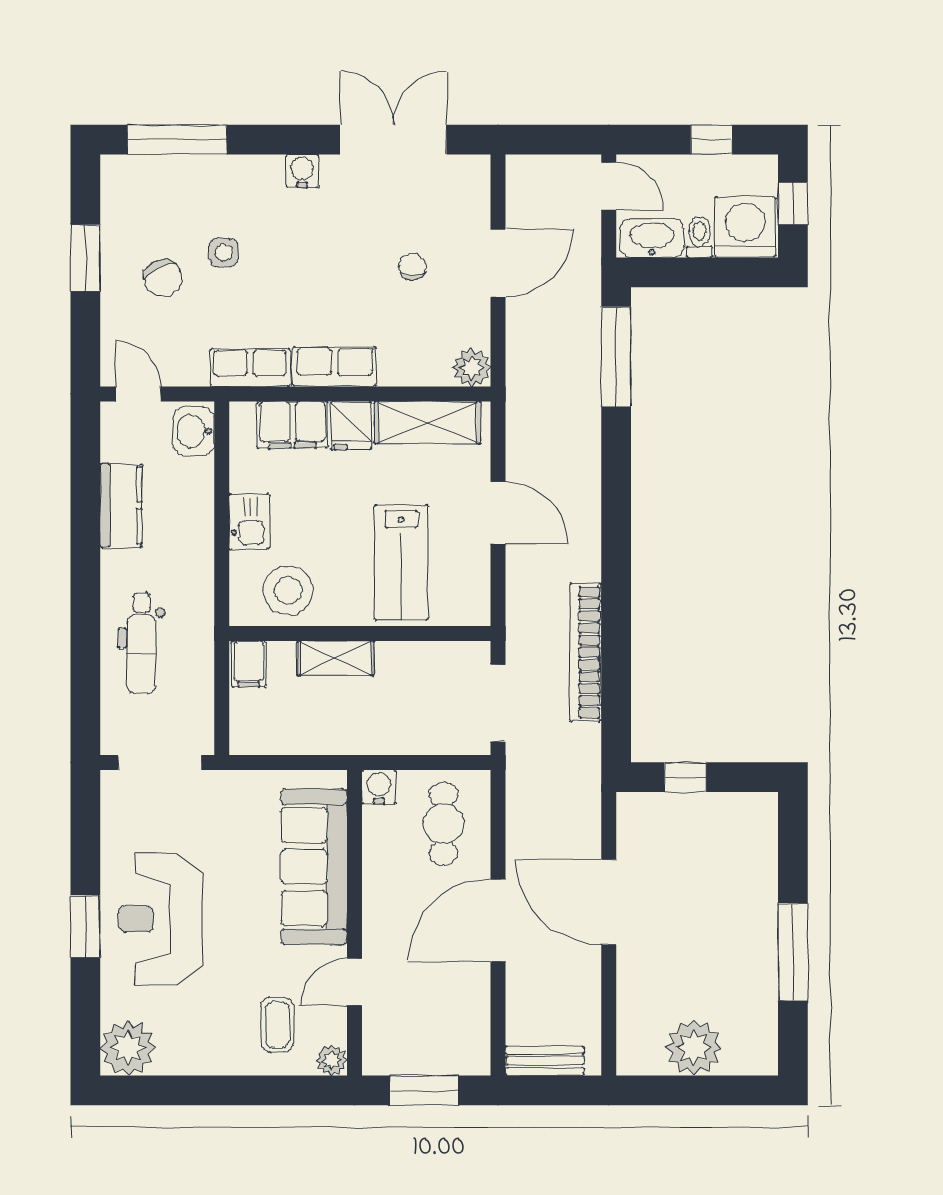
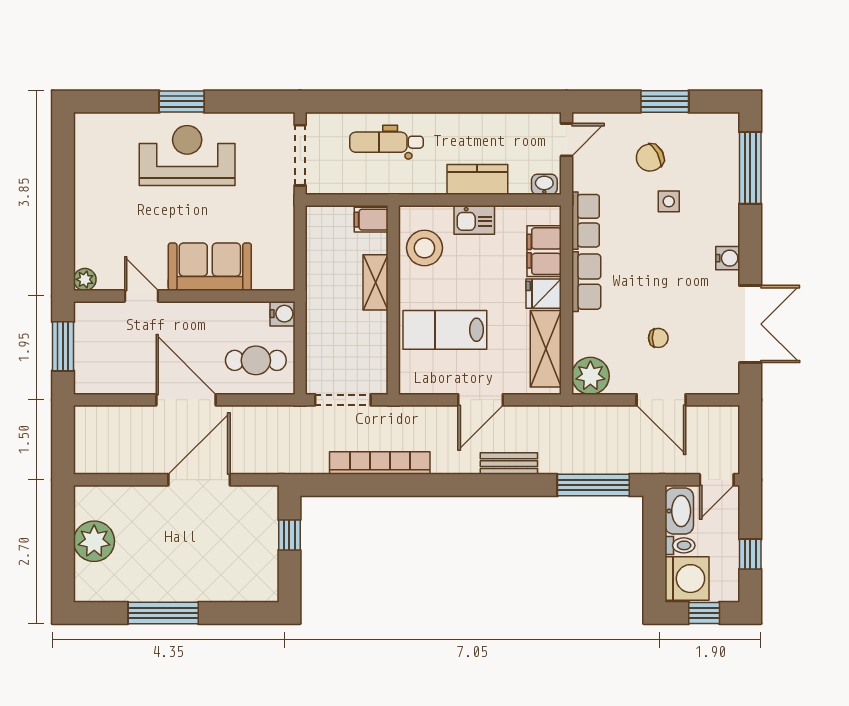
plant: (472, 368) -> (590, 376), width x1.36, depth x1.36
washbasin: (194, 431) -> (544, 184), width x0.72, depth x0.69
kitchen counter: (121, 505) -> (477, 180), moved, turned 180
sofa: (314, 867) -> (210, 267), width x0.73
coffee table: (277, 1025) -> (110, 240), removed
plant: (128, 1048) -> (94, 132), removed
bench: (545, 1061) -> (509, 464), moved, turned 90

